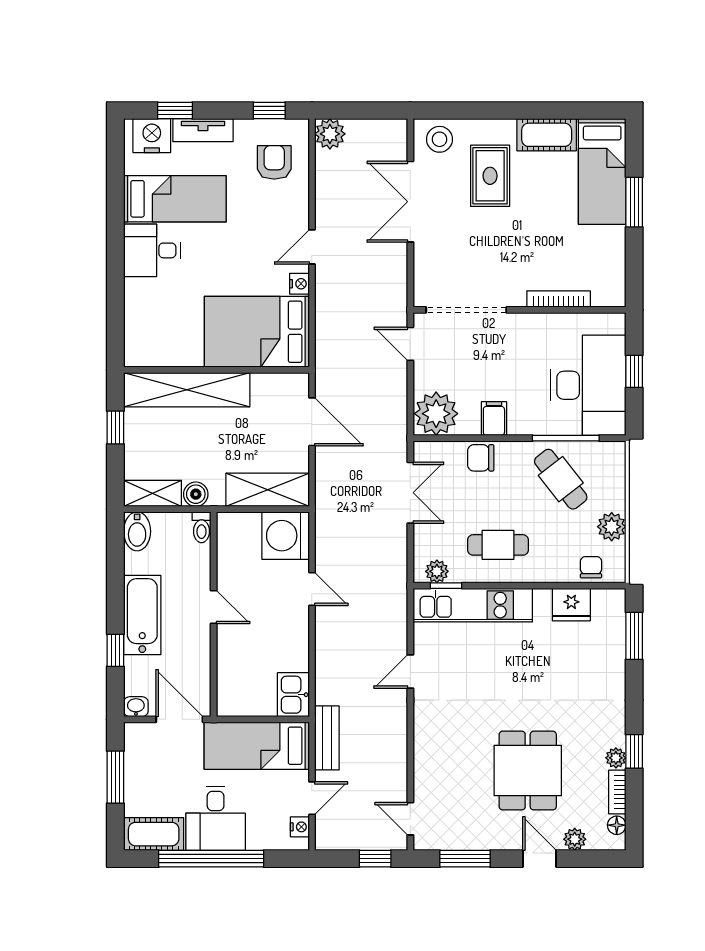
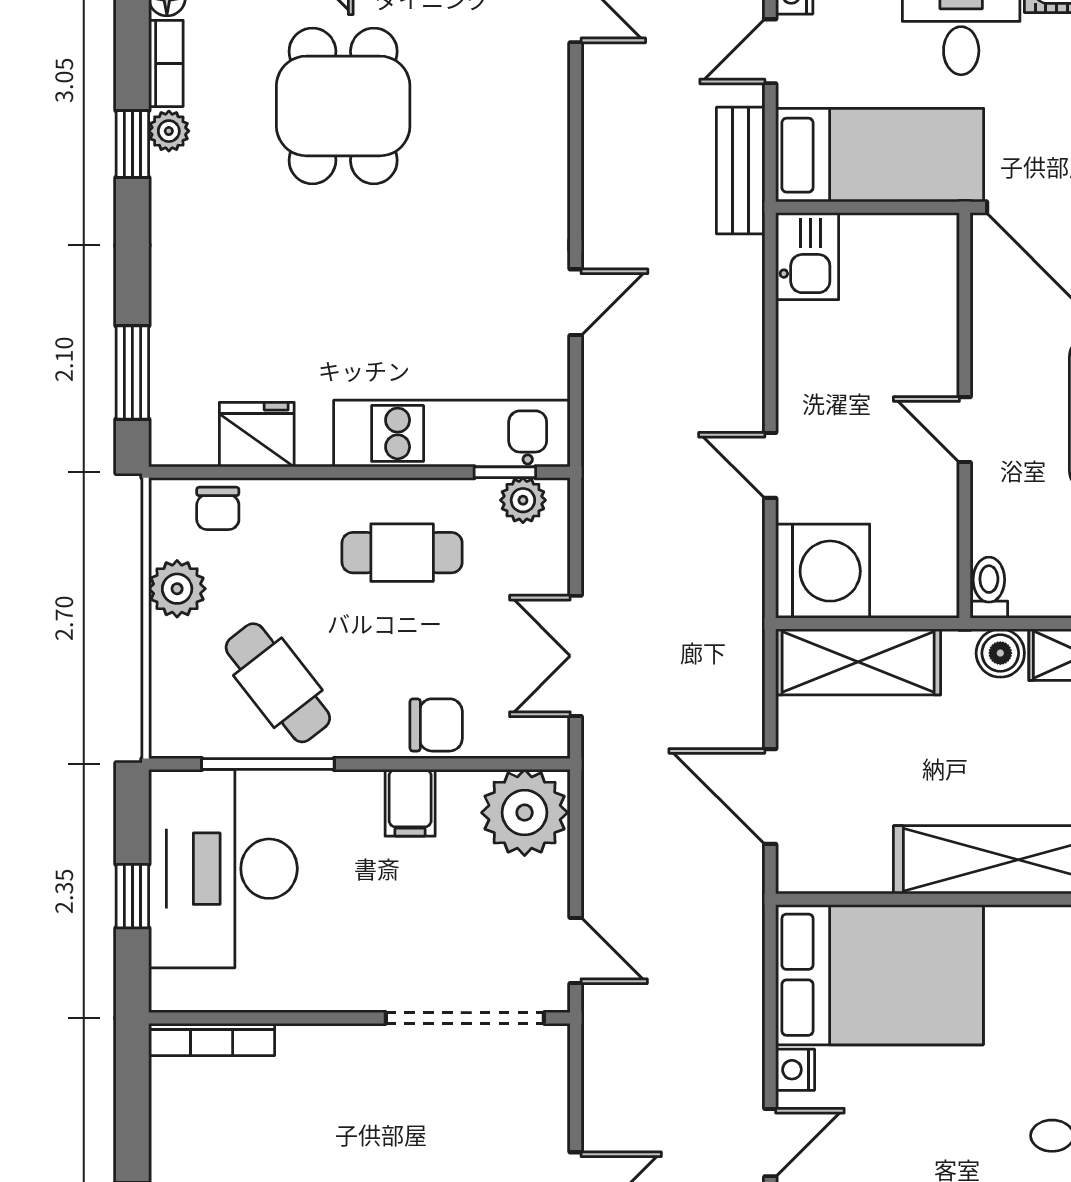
bookcase: (559, 299) -> (212, 1040), moved

